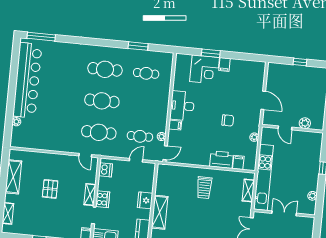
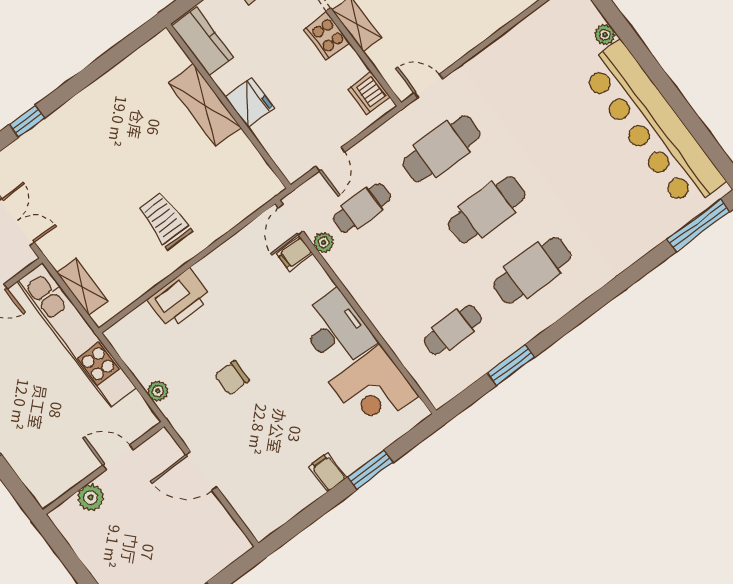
corner desk: (205, 69) -> (373, 389), moved, turned -90
filing cabinet: (175, 125) -> (295, 253), moved
filing cabinet: (238, 162) -> (145, 320), removed

